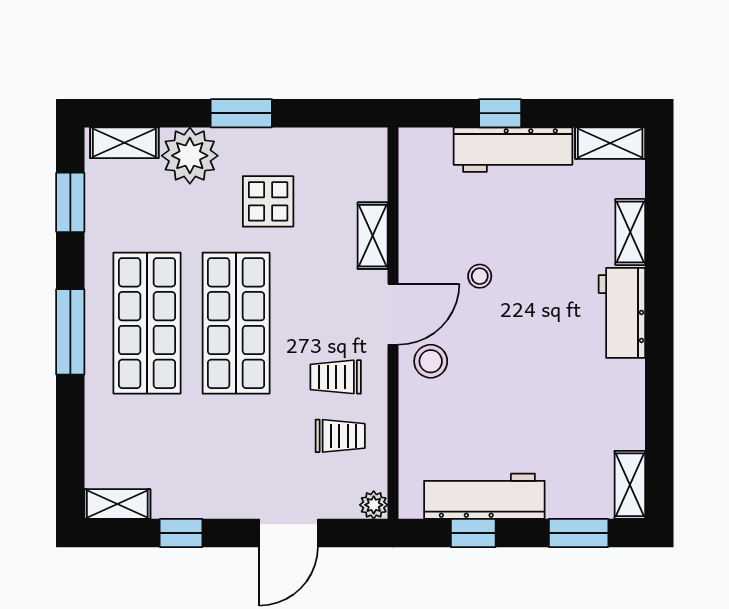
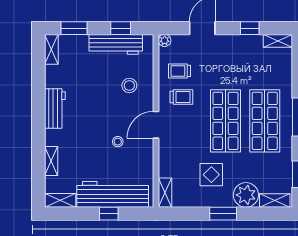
workbench: (513, 150) -> (113, 194), width x1.36, depth x1.32
shelving: (373, 236) -> (165, 193), moved
workbench: (622, 313) -> (55, 108), moved
stool: (431, 361) -> (129, 85), moved

